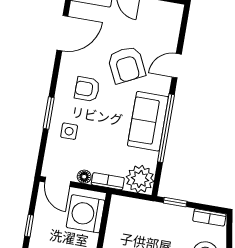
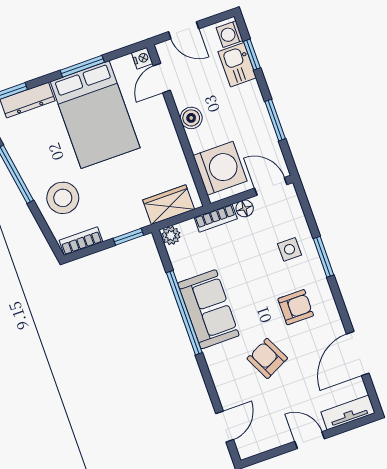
armchair: (126, 65) -> (267, 358), width x0.72, depth x0.72
door: (177, 66) -> (225, 427), moved
plant: (140, 179) -> (171, 235), width x0.53, depth x0.53
wardrobe: (135, 209) -> (169, 205), added
window: (29, 226) -> (275, 120), width x1.50

